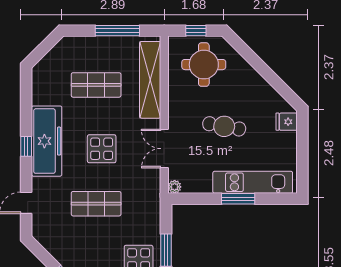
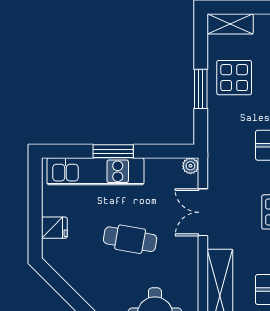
fridge: (287, 122) -> (54, 228), moved
double door: (164, 149) -> (203, 212), swing flipped

